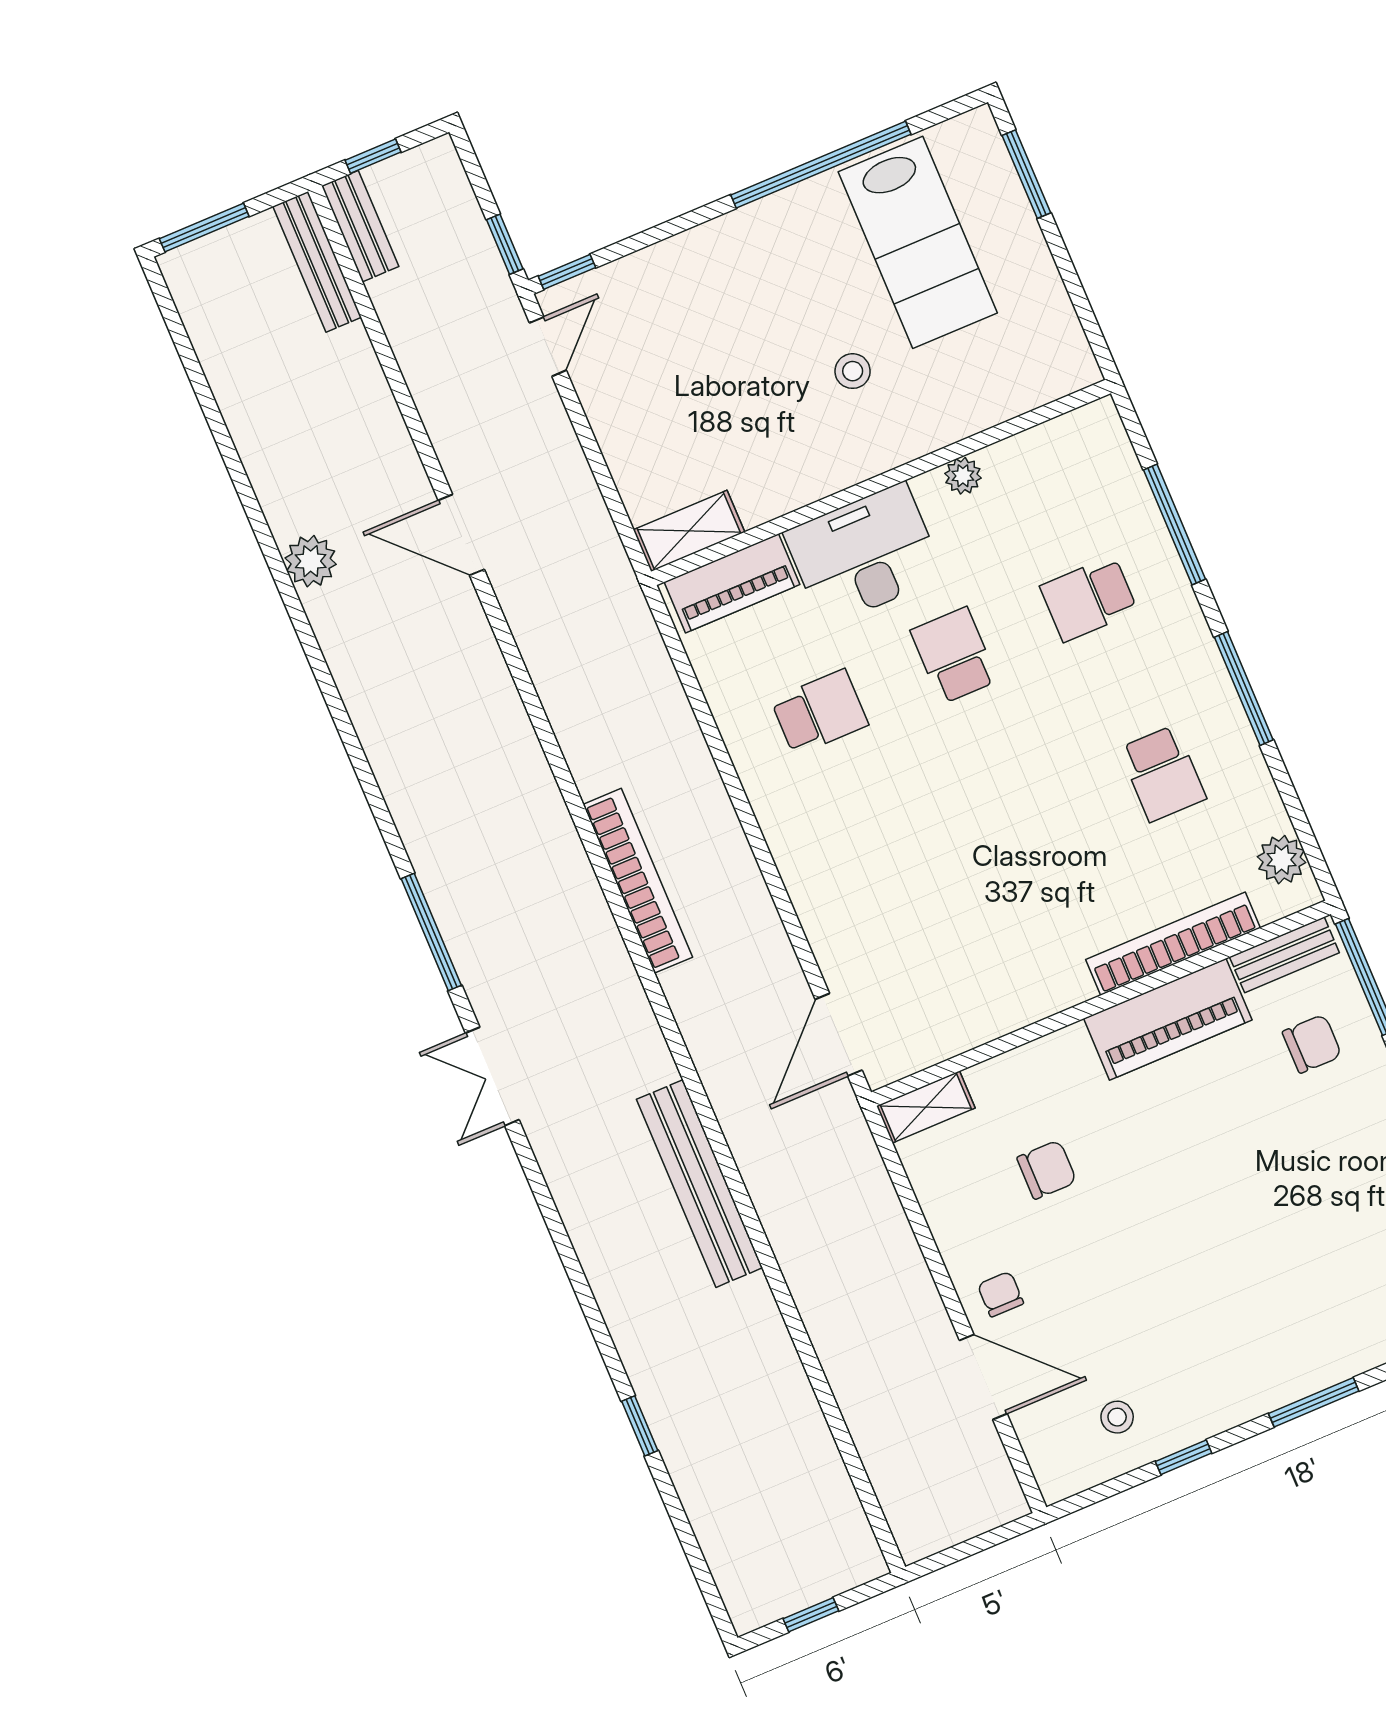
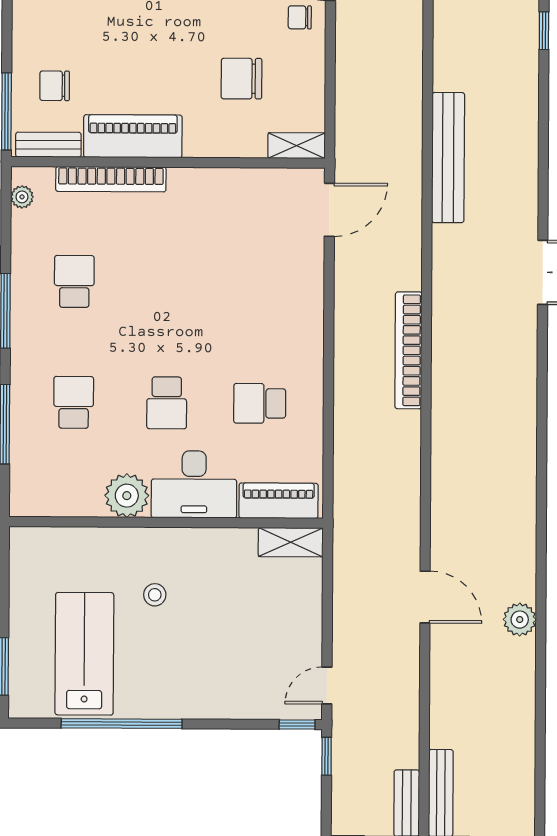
plant: (963, 476) -> (127, 496), width x1.88, depth x1.88
school desk: (1089, 599) -> (74, 402), turned -90
plant: (1282, 860) -> (22, 197), width x0.73, depth x0.73
window: (431, 932) -> (542, 372), removed
chair: (1047, 1170) -> (241, 79), width x1.37, depth x1.37
chair: (1000, 1294) -> (300, 17), turned 90

